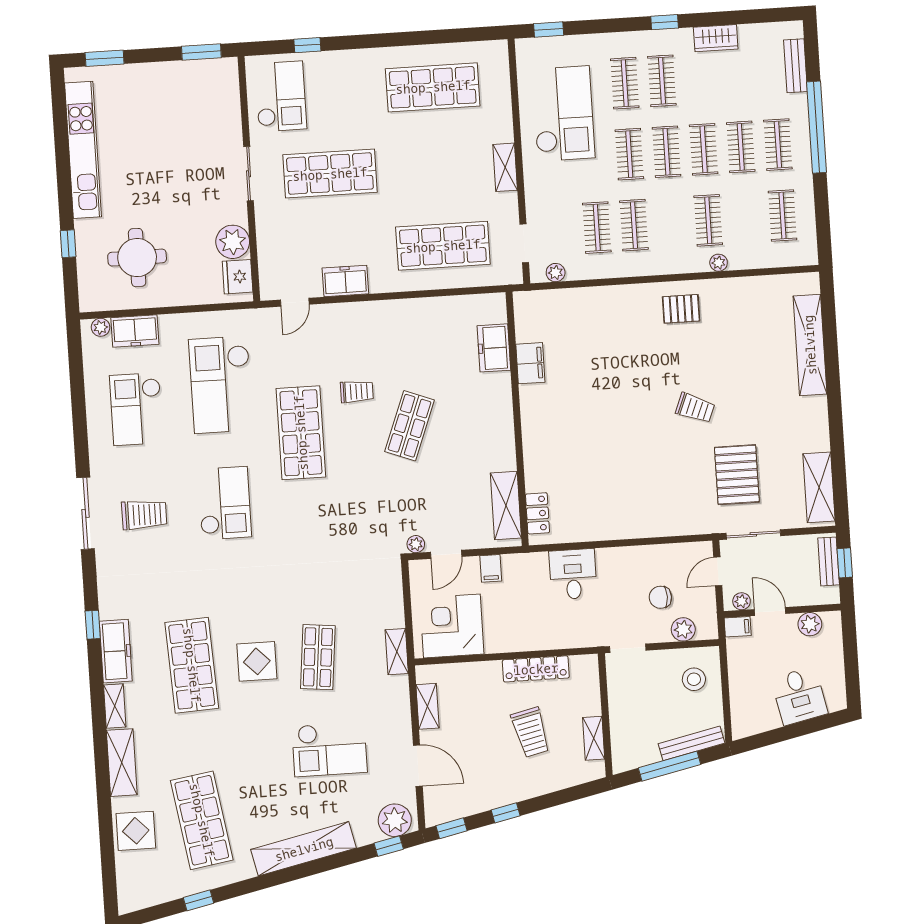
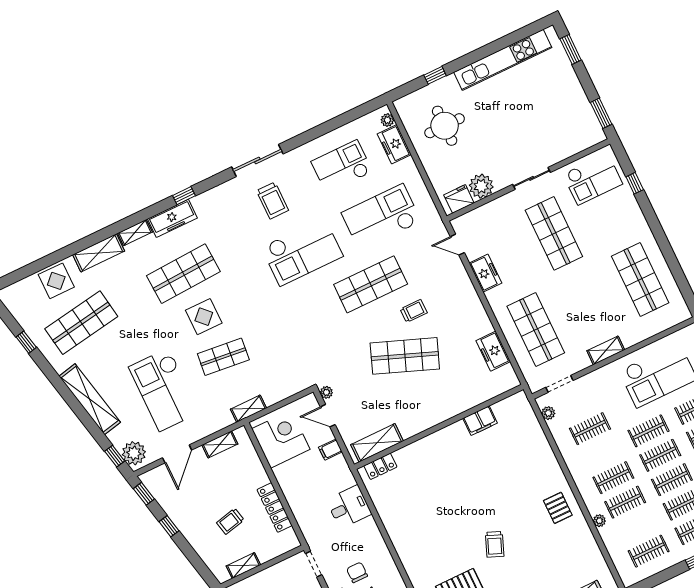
clothes rail: (634, 225) -> (613, 478), moved
freezer: (494, 348) -> (493, 351), moved, turned -90
trolley: (357, 392) -> (414, 311), turned -90
shop shelf: (410, 426) -> (405, 356), width x1.43, depth x1.36
checkout: (225, 503) -> (302, 252), width x1.36, depth x1.21
trolley: (531, 732) -> (230, 521), width x0.73, depth x0.72
checkout: (329, 749) -> (164, 390), width x1.36, depth x1.21

